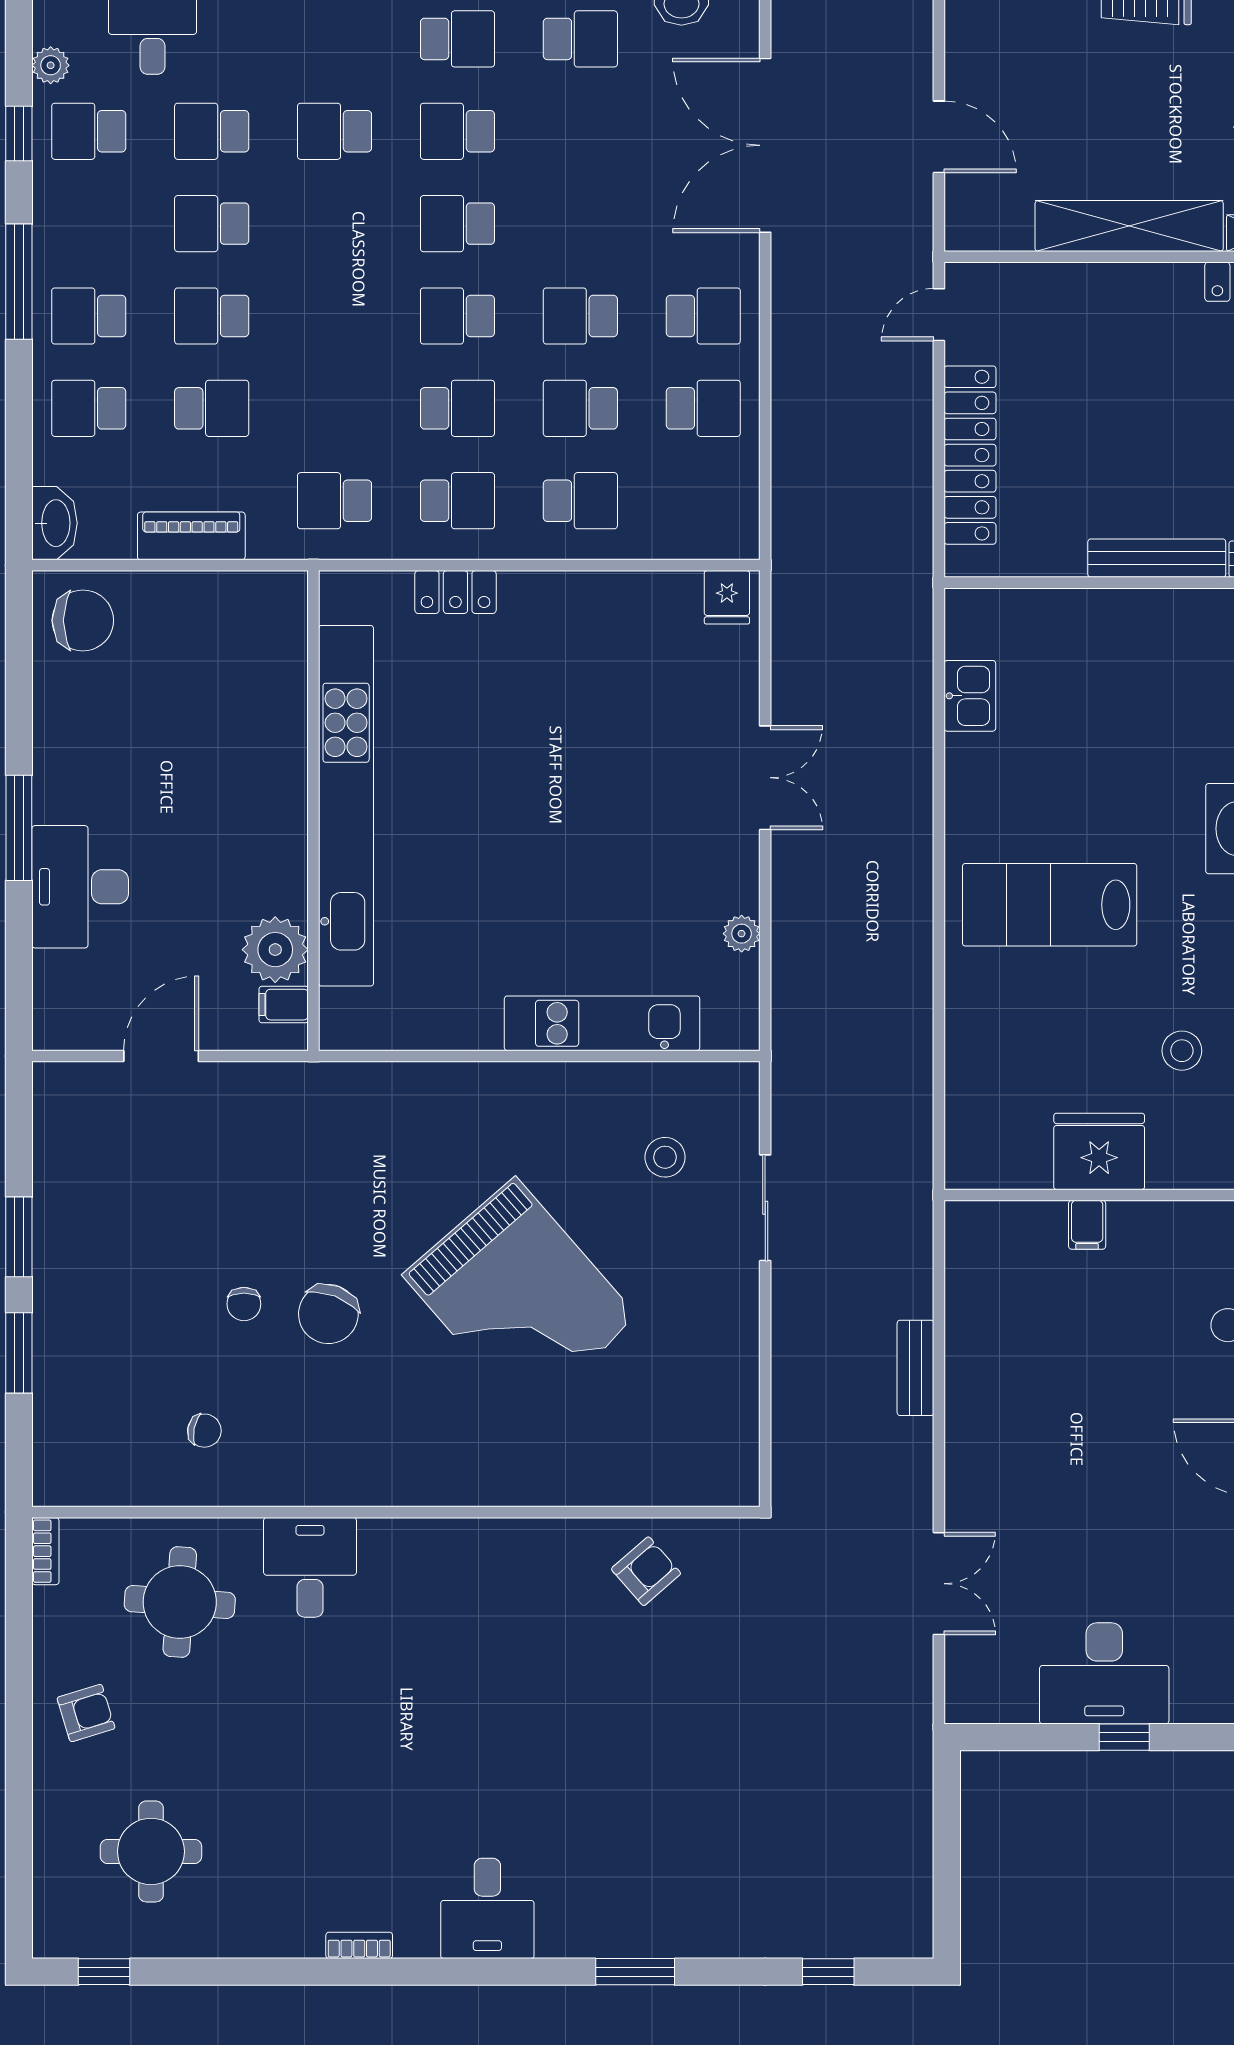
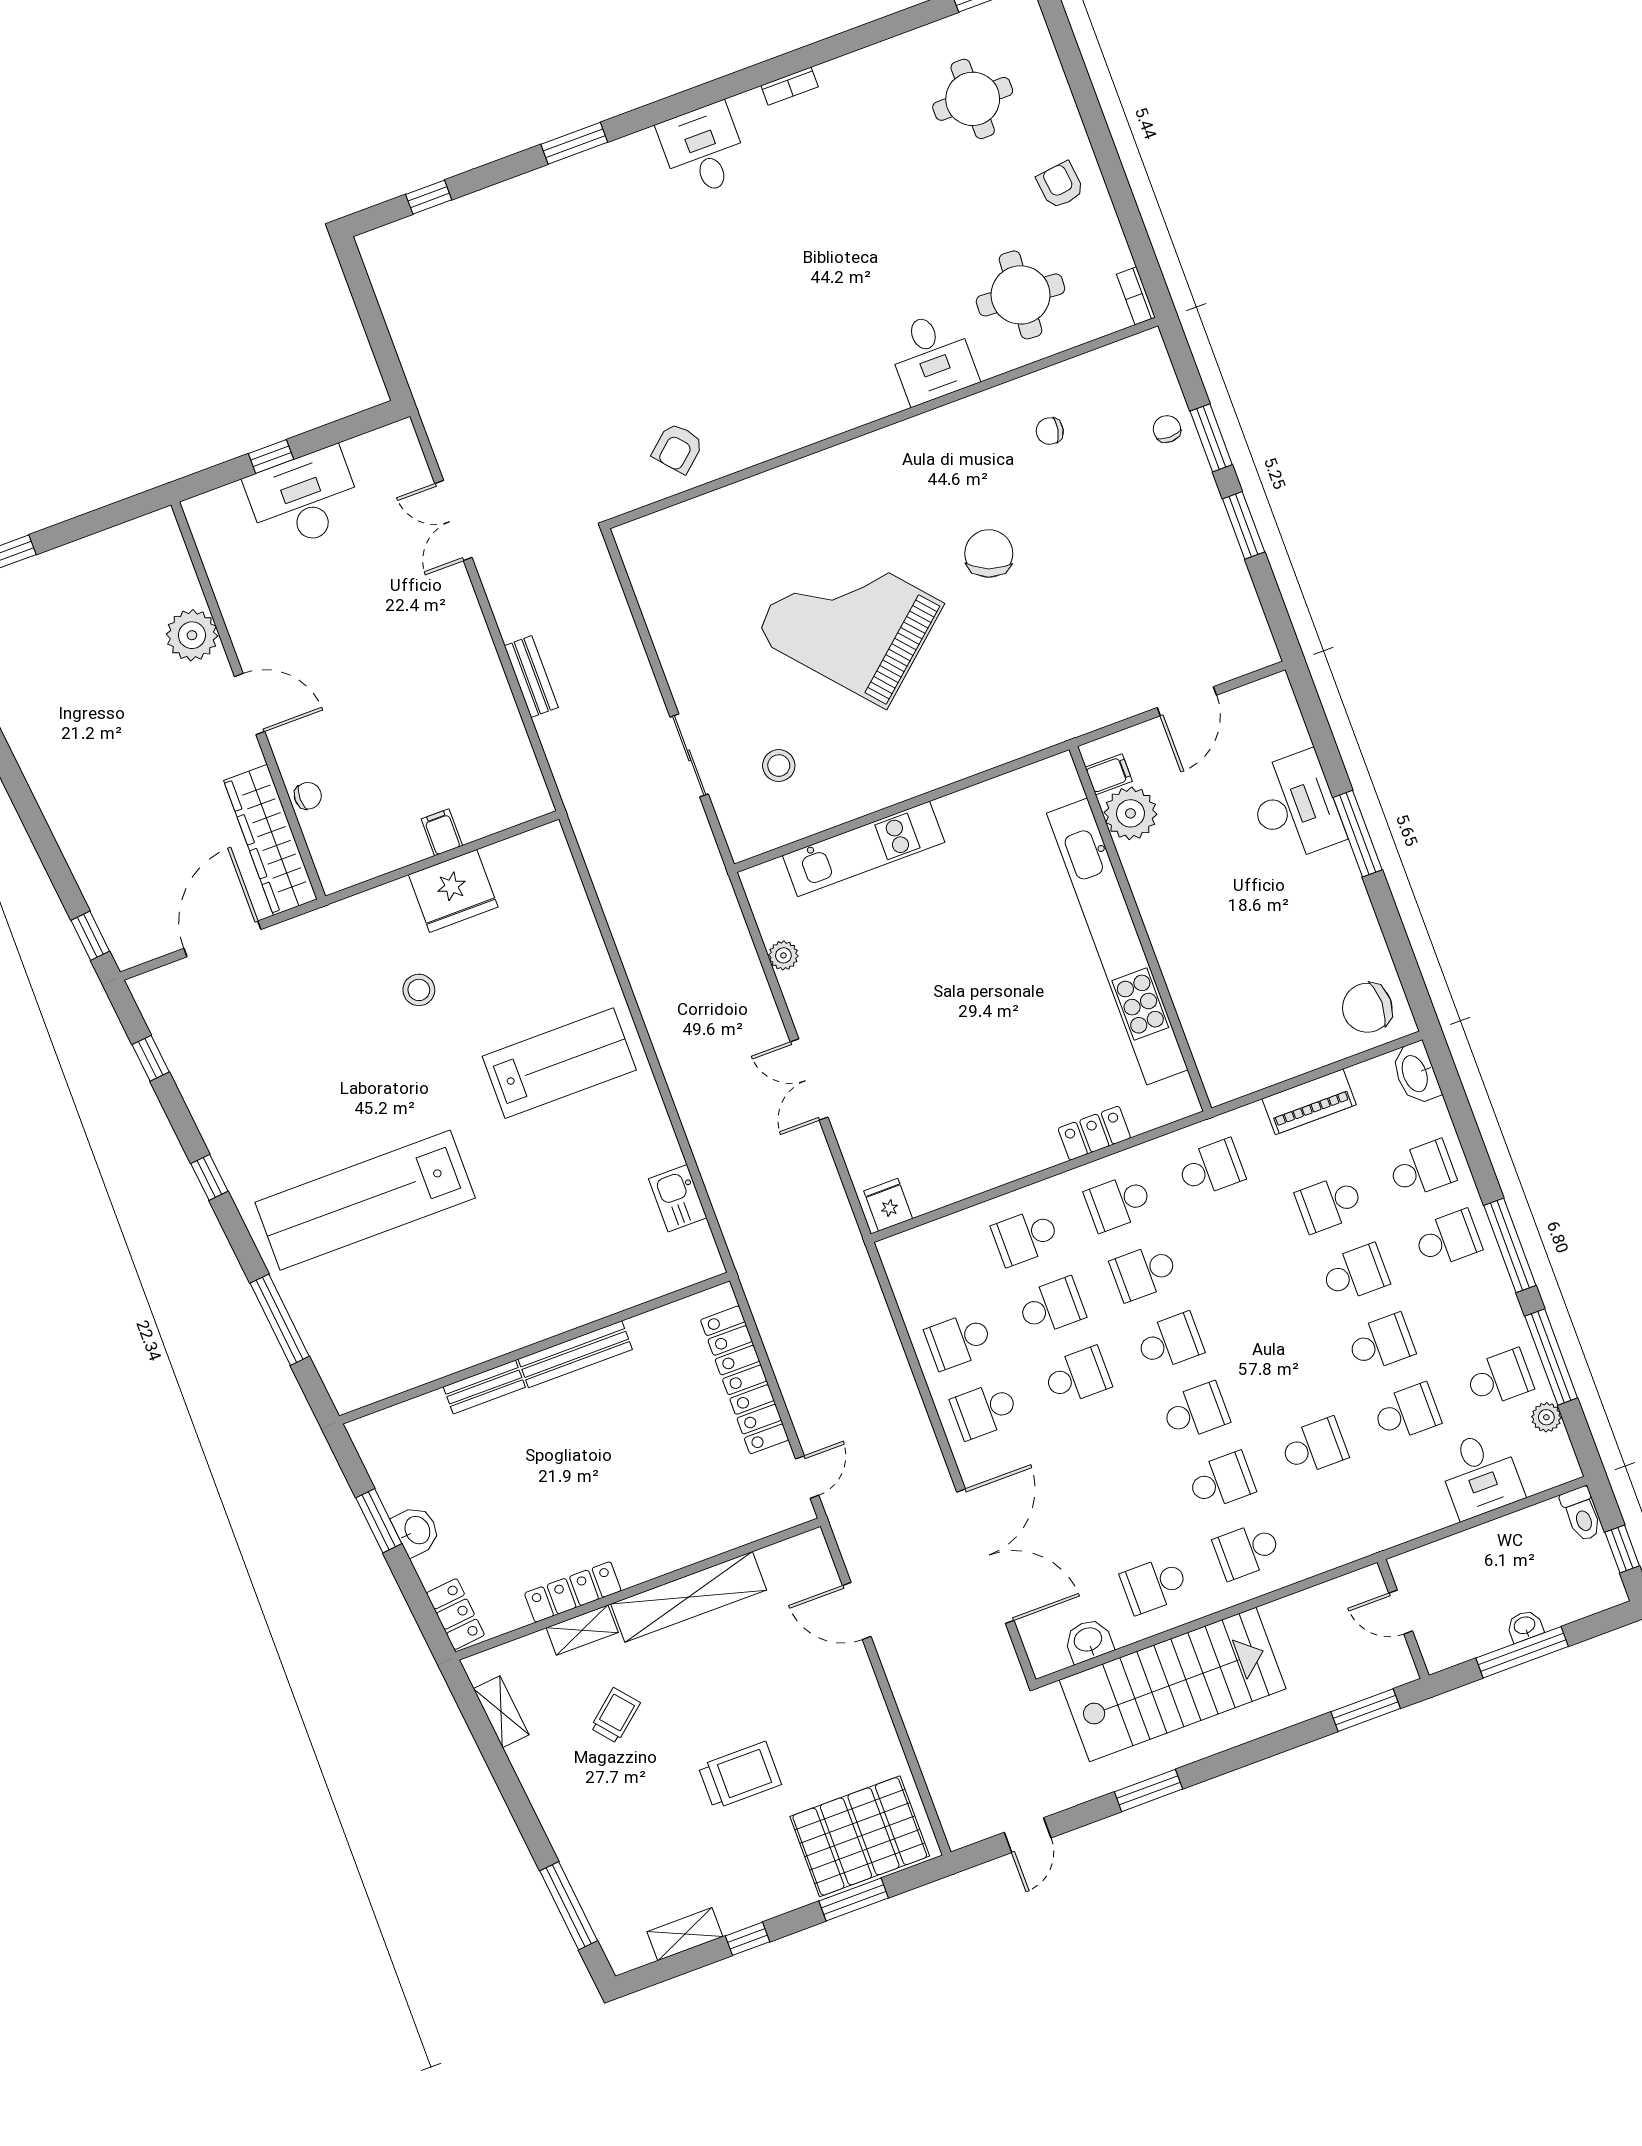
window: (19, 133) -> (1551, 1357), width x2.17
chair: (244, 1304) -> (1167, 429), moved
armchair: (86, 1713) -> (1060, 185), turned 100

